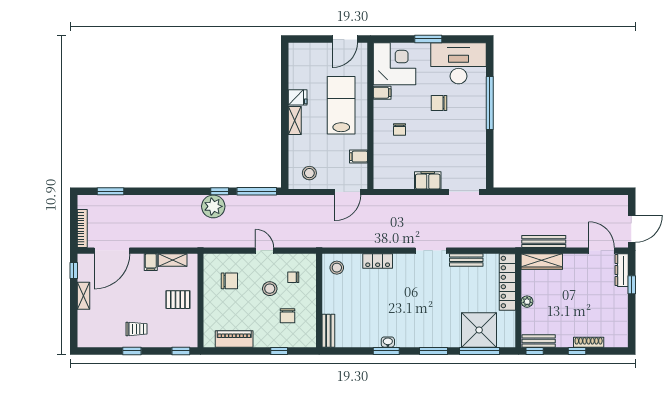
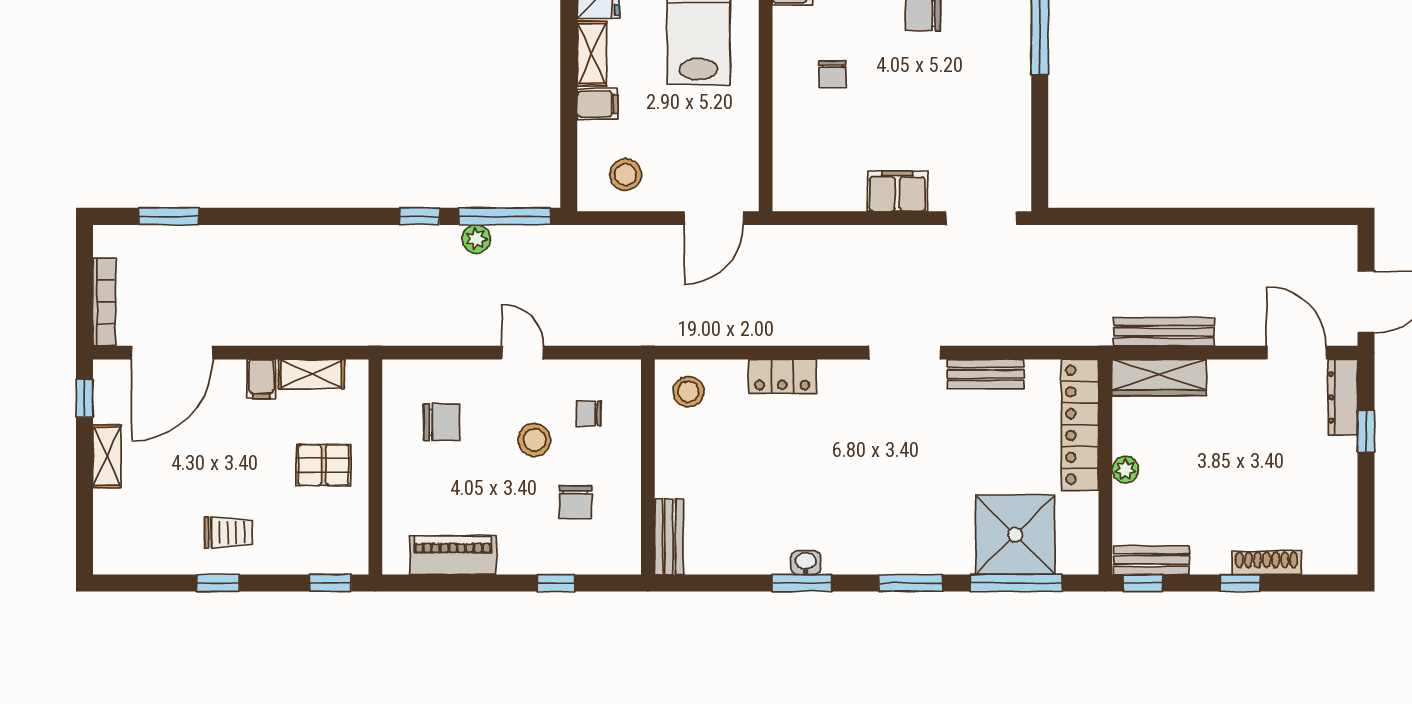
filing cabinet: (359, 157) -> (598, 104), moved, turned 180
plant: (213, 206) -> (476, 239), moved, width x0.53, depth x0.53

